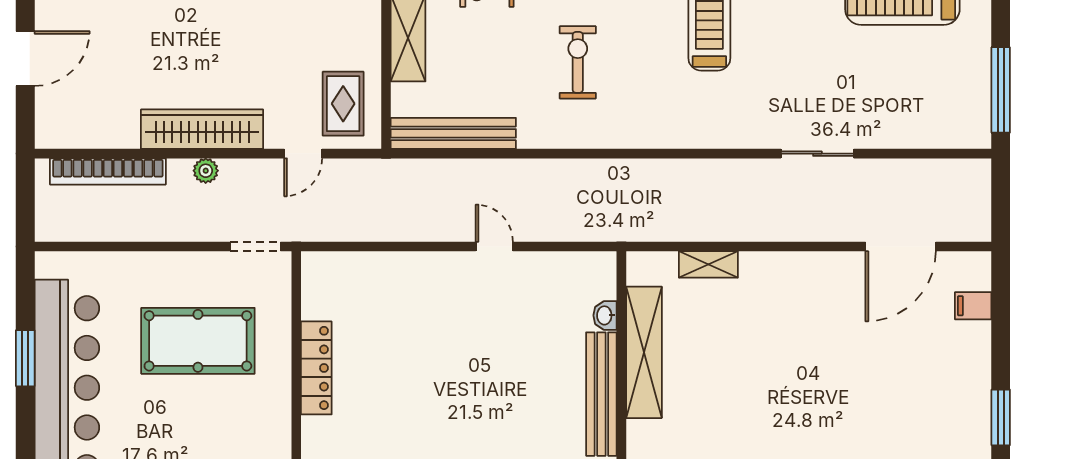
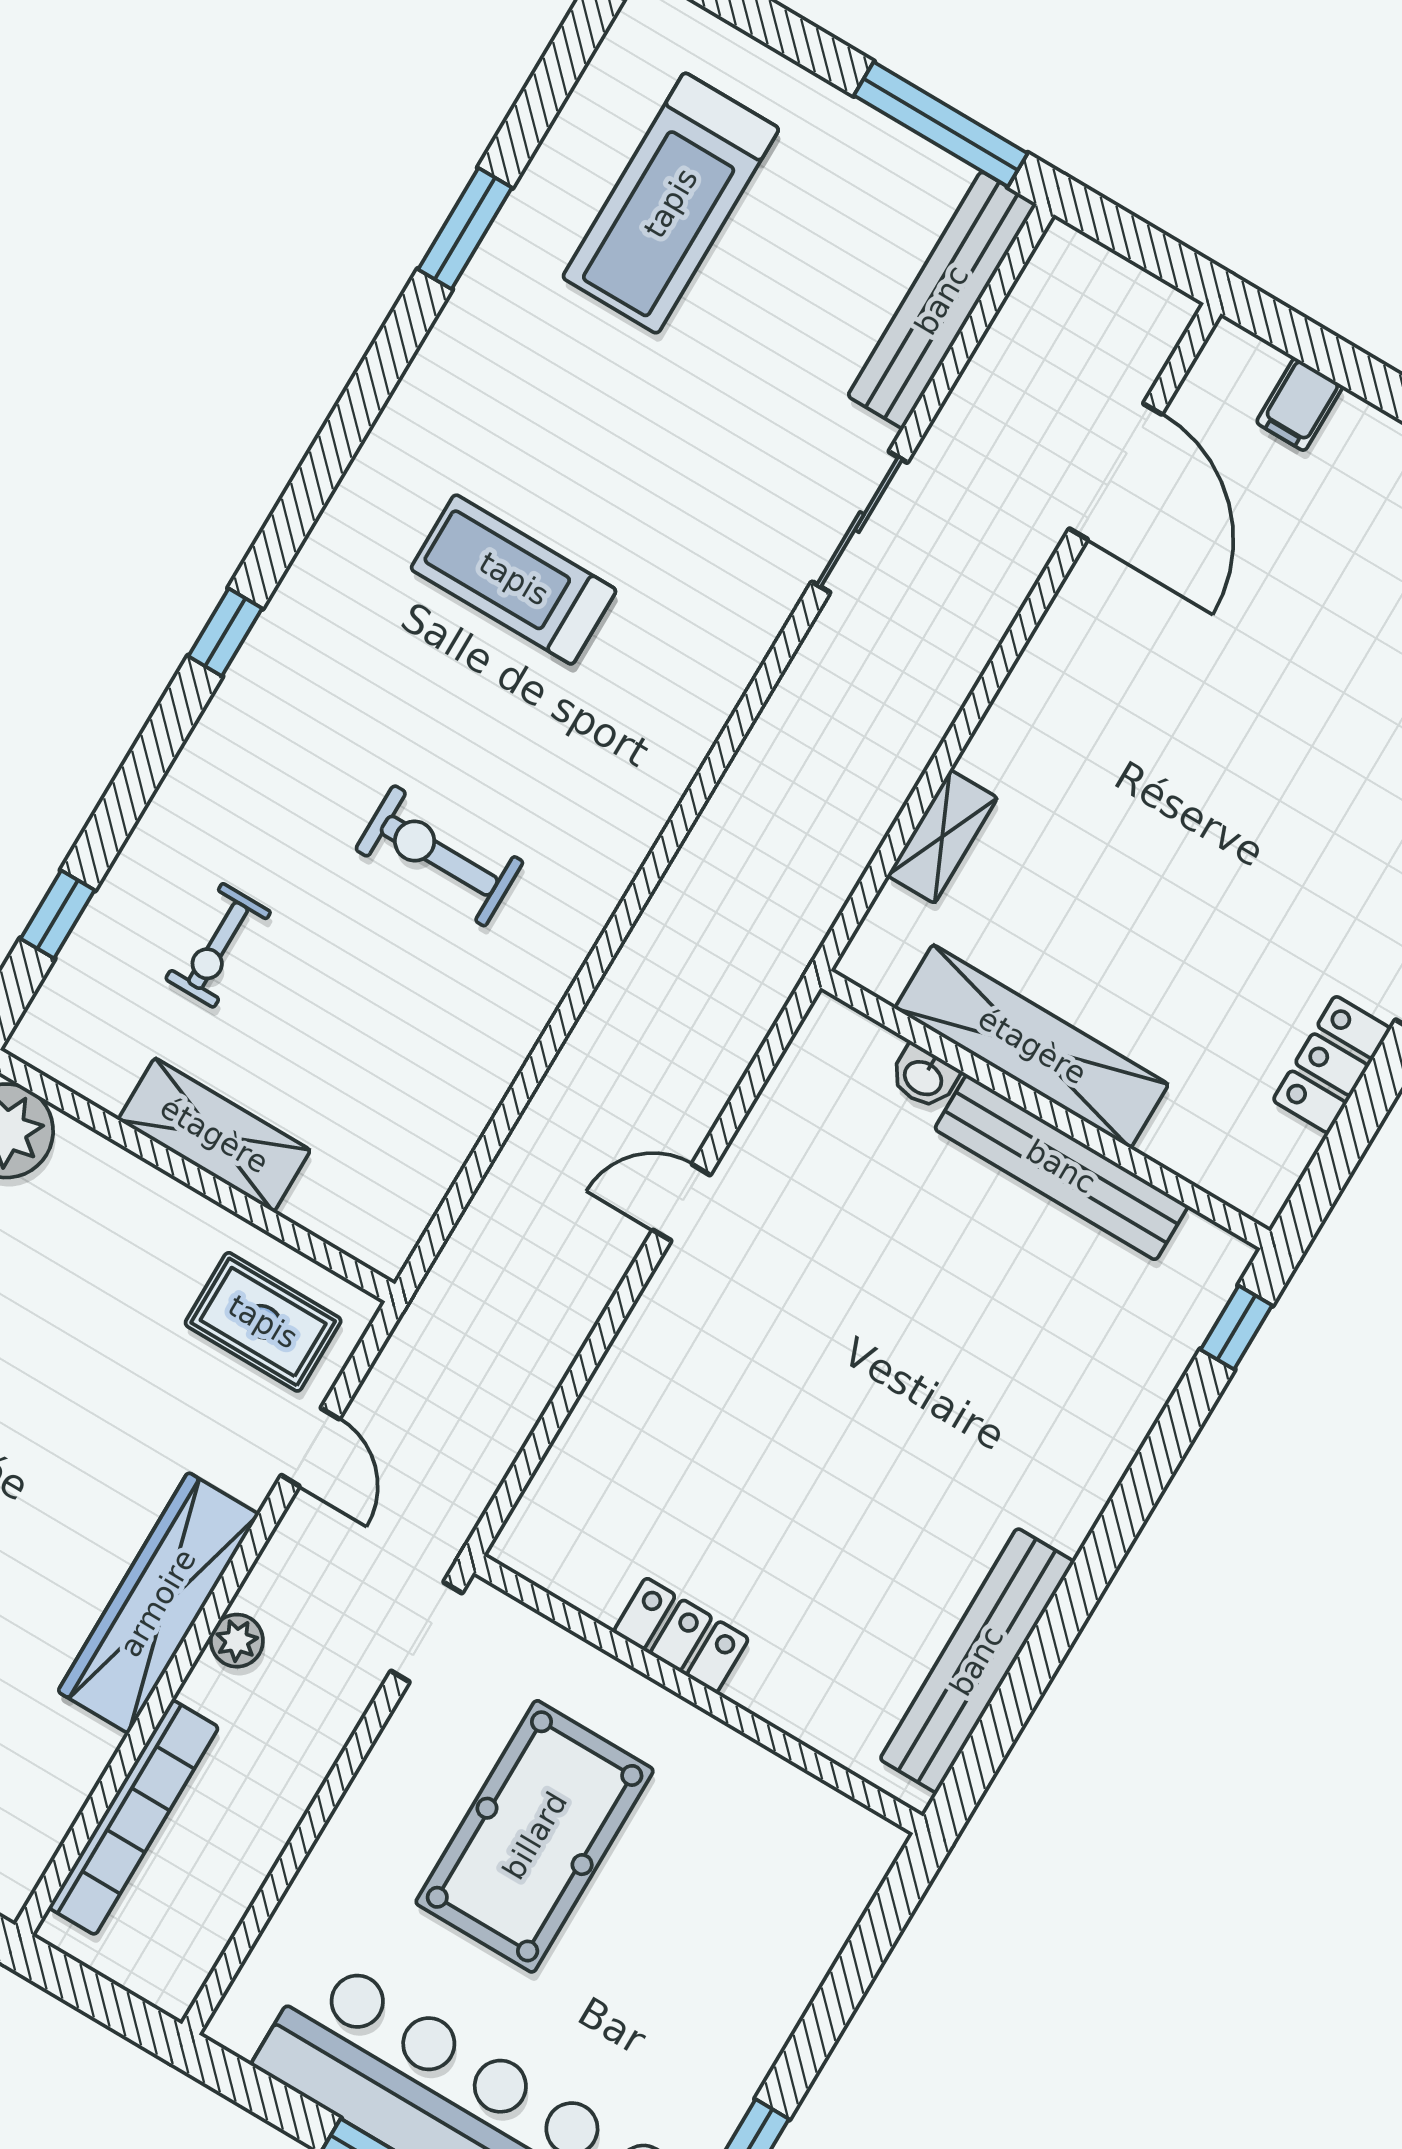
bench: (453, 133) -> (942, 300), moved
locker: (316, 368) -> (681, 1635), width x0.66

